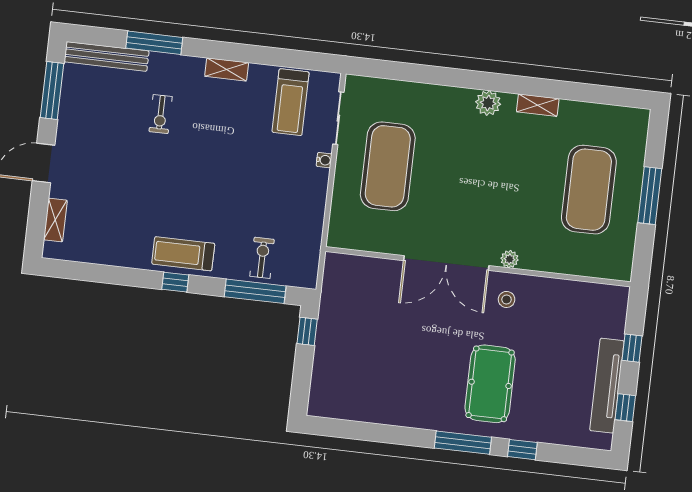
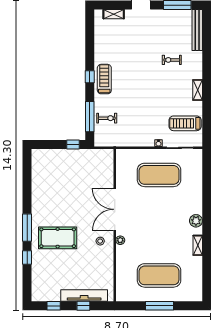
window: (154, 43) -> (207, 53), removed
tv unit: (607, 386) -> (84, 296), moved

